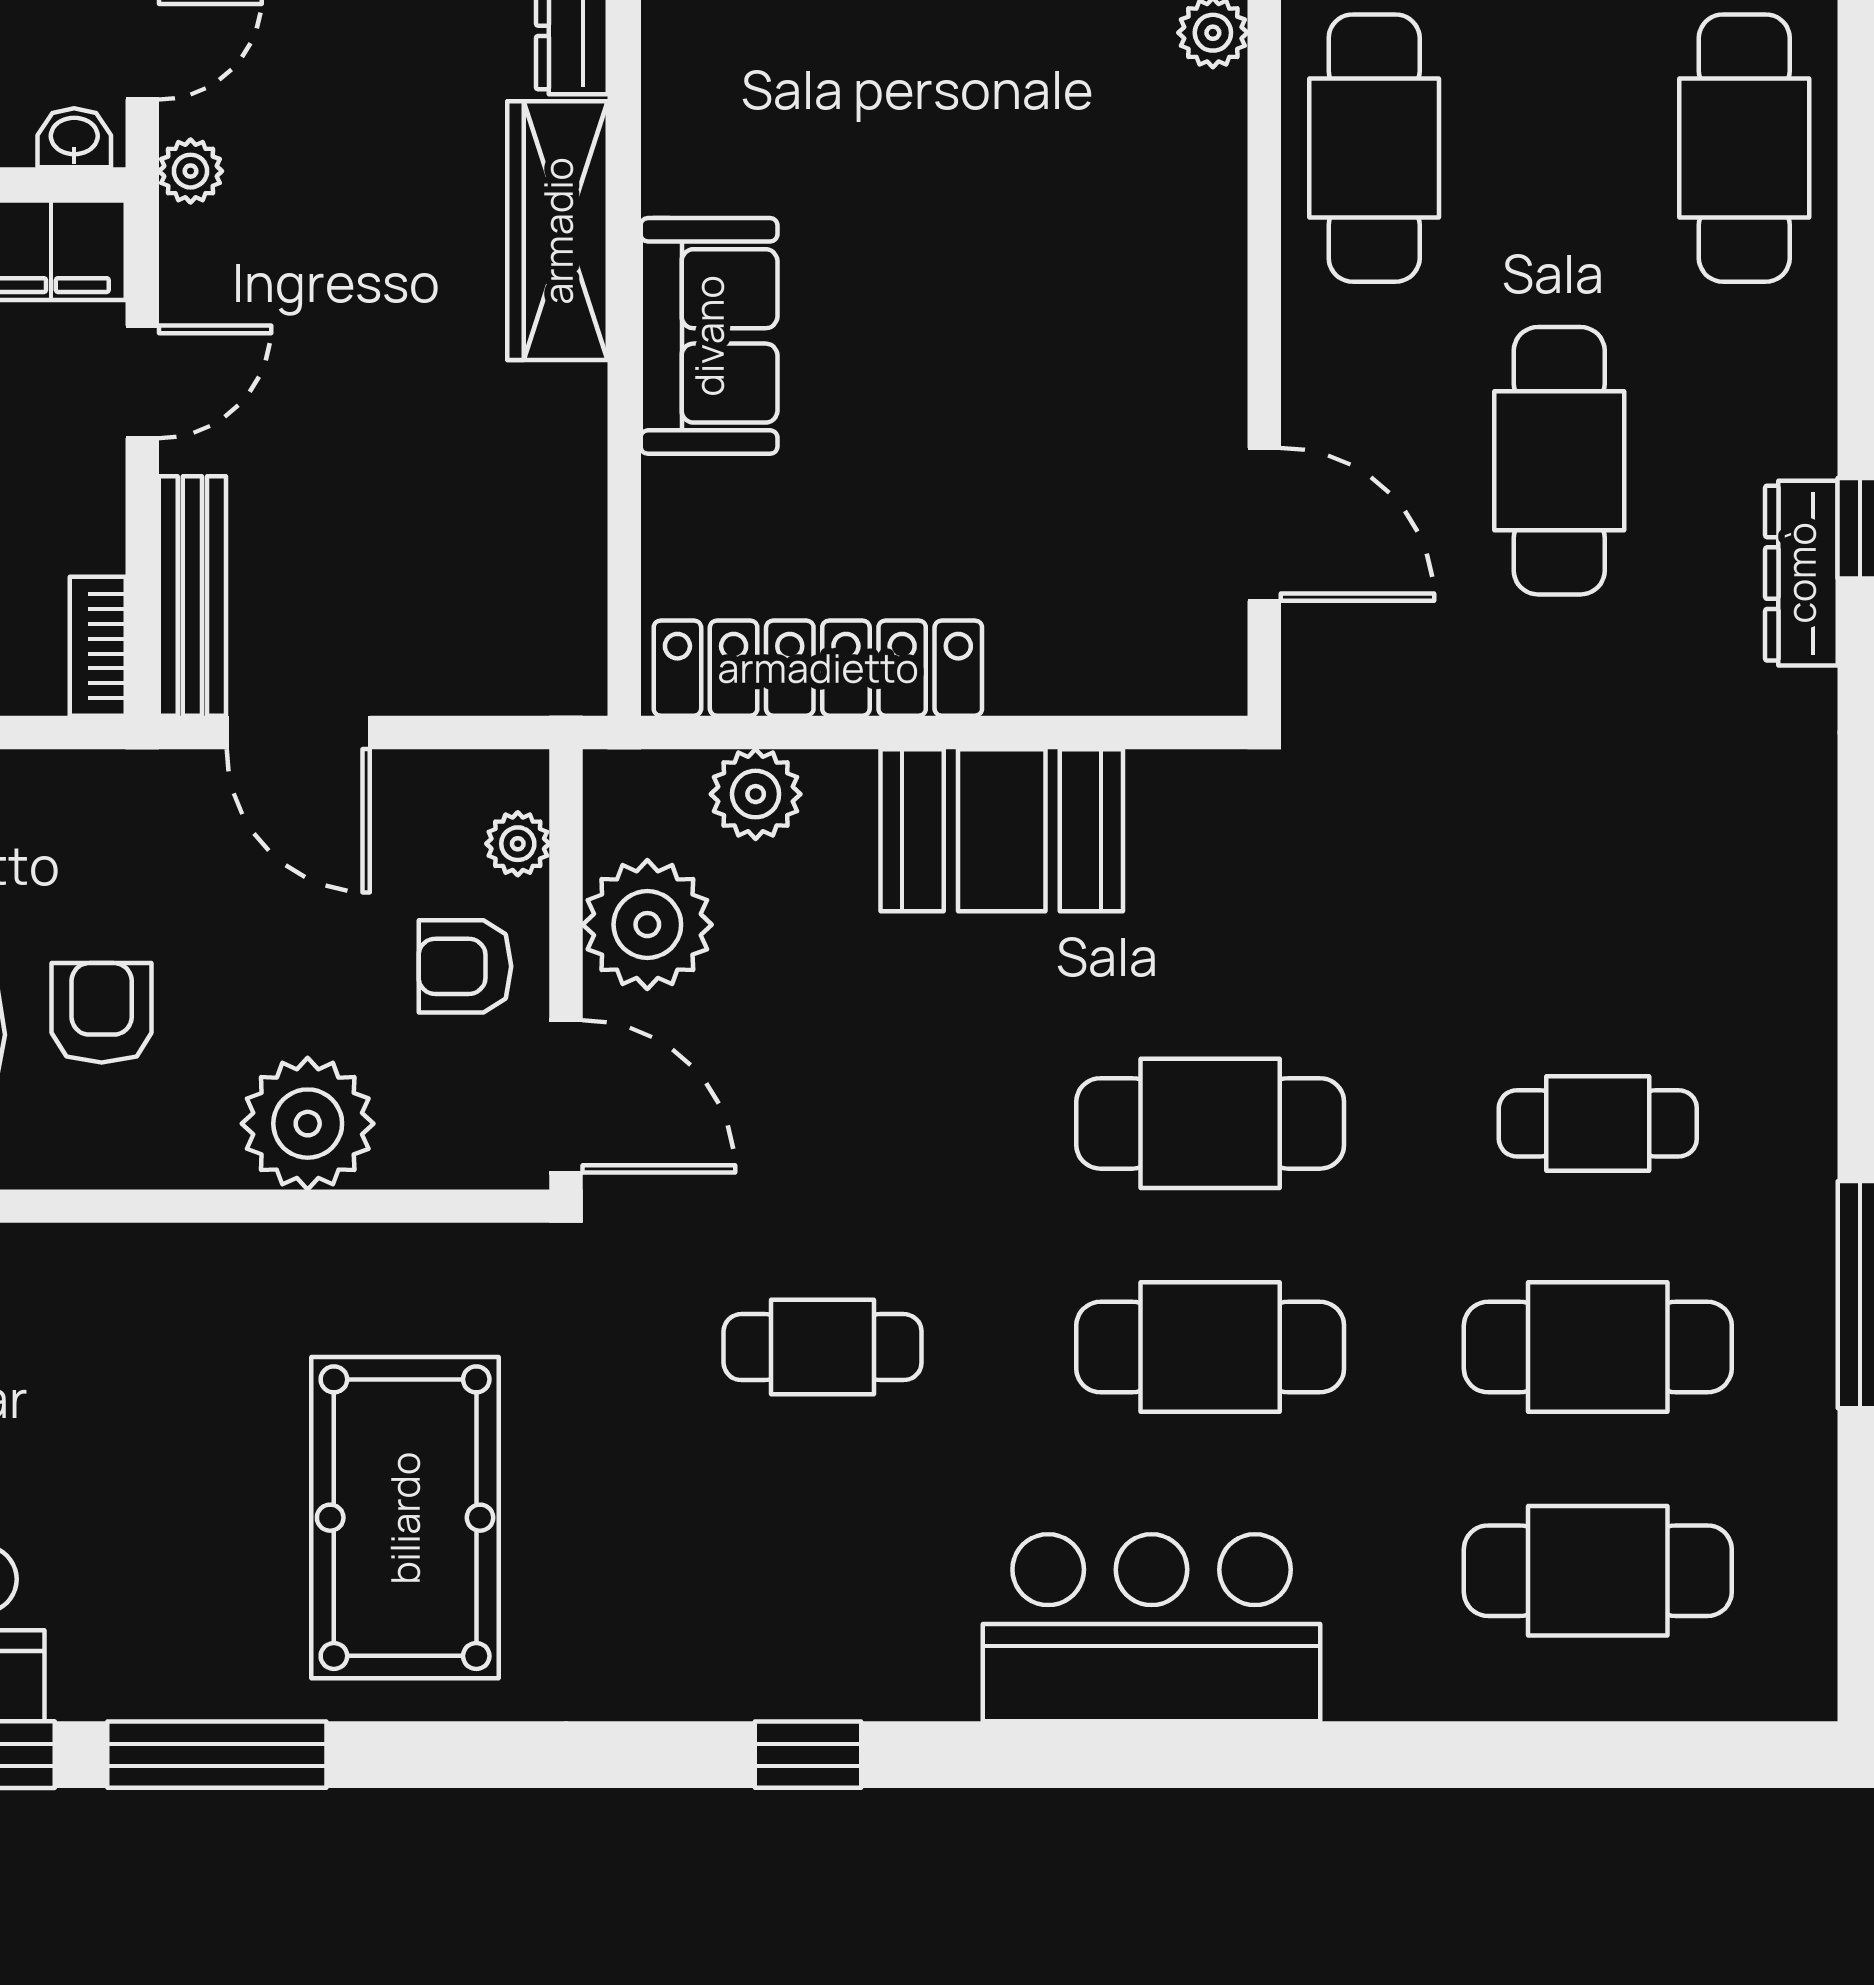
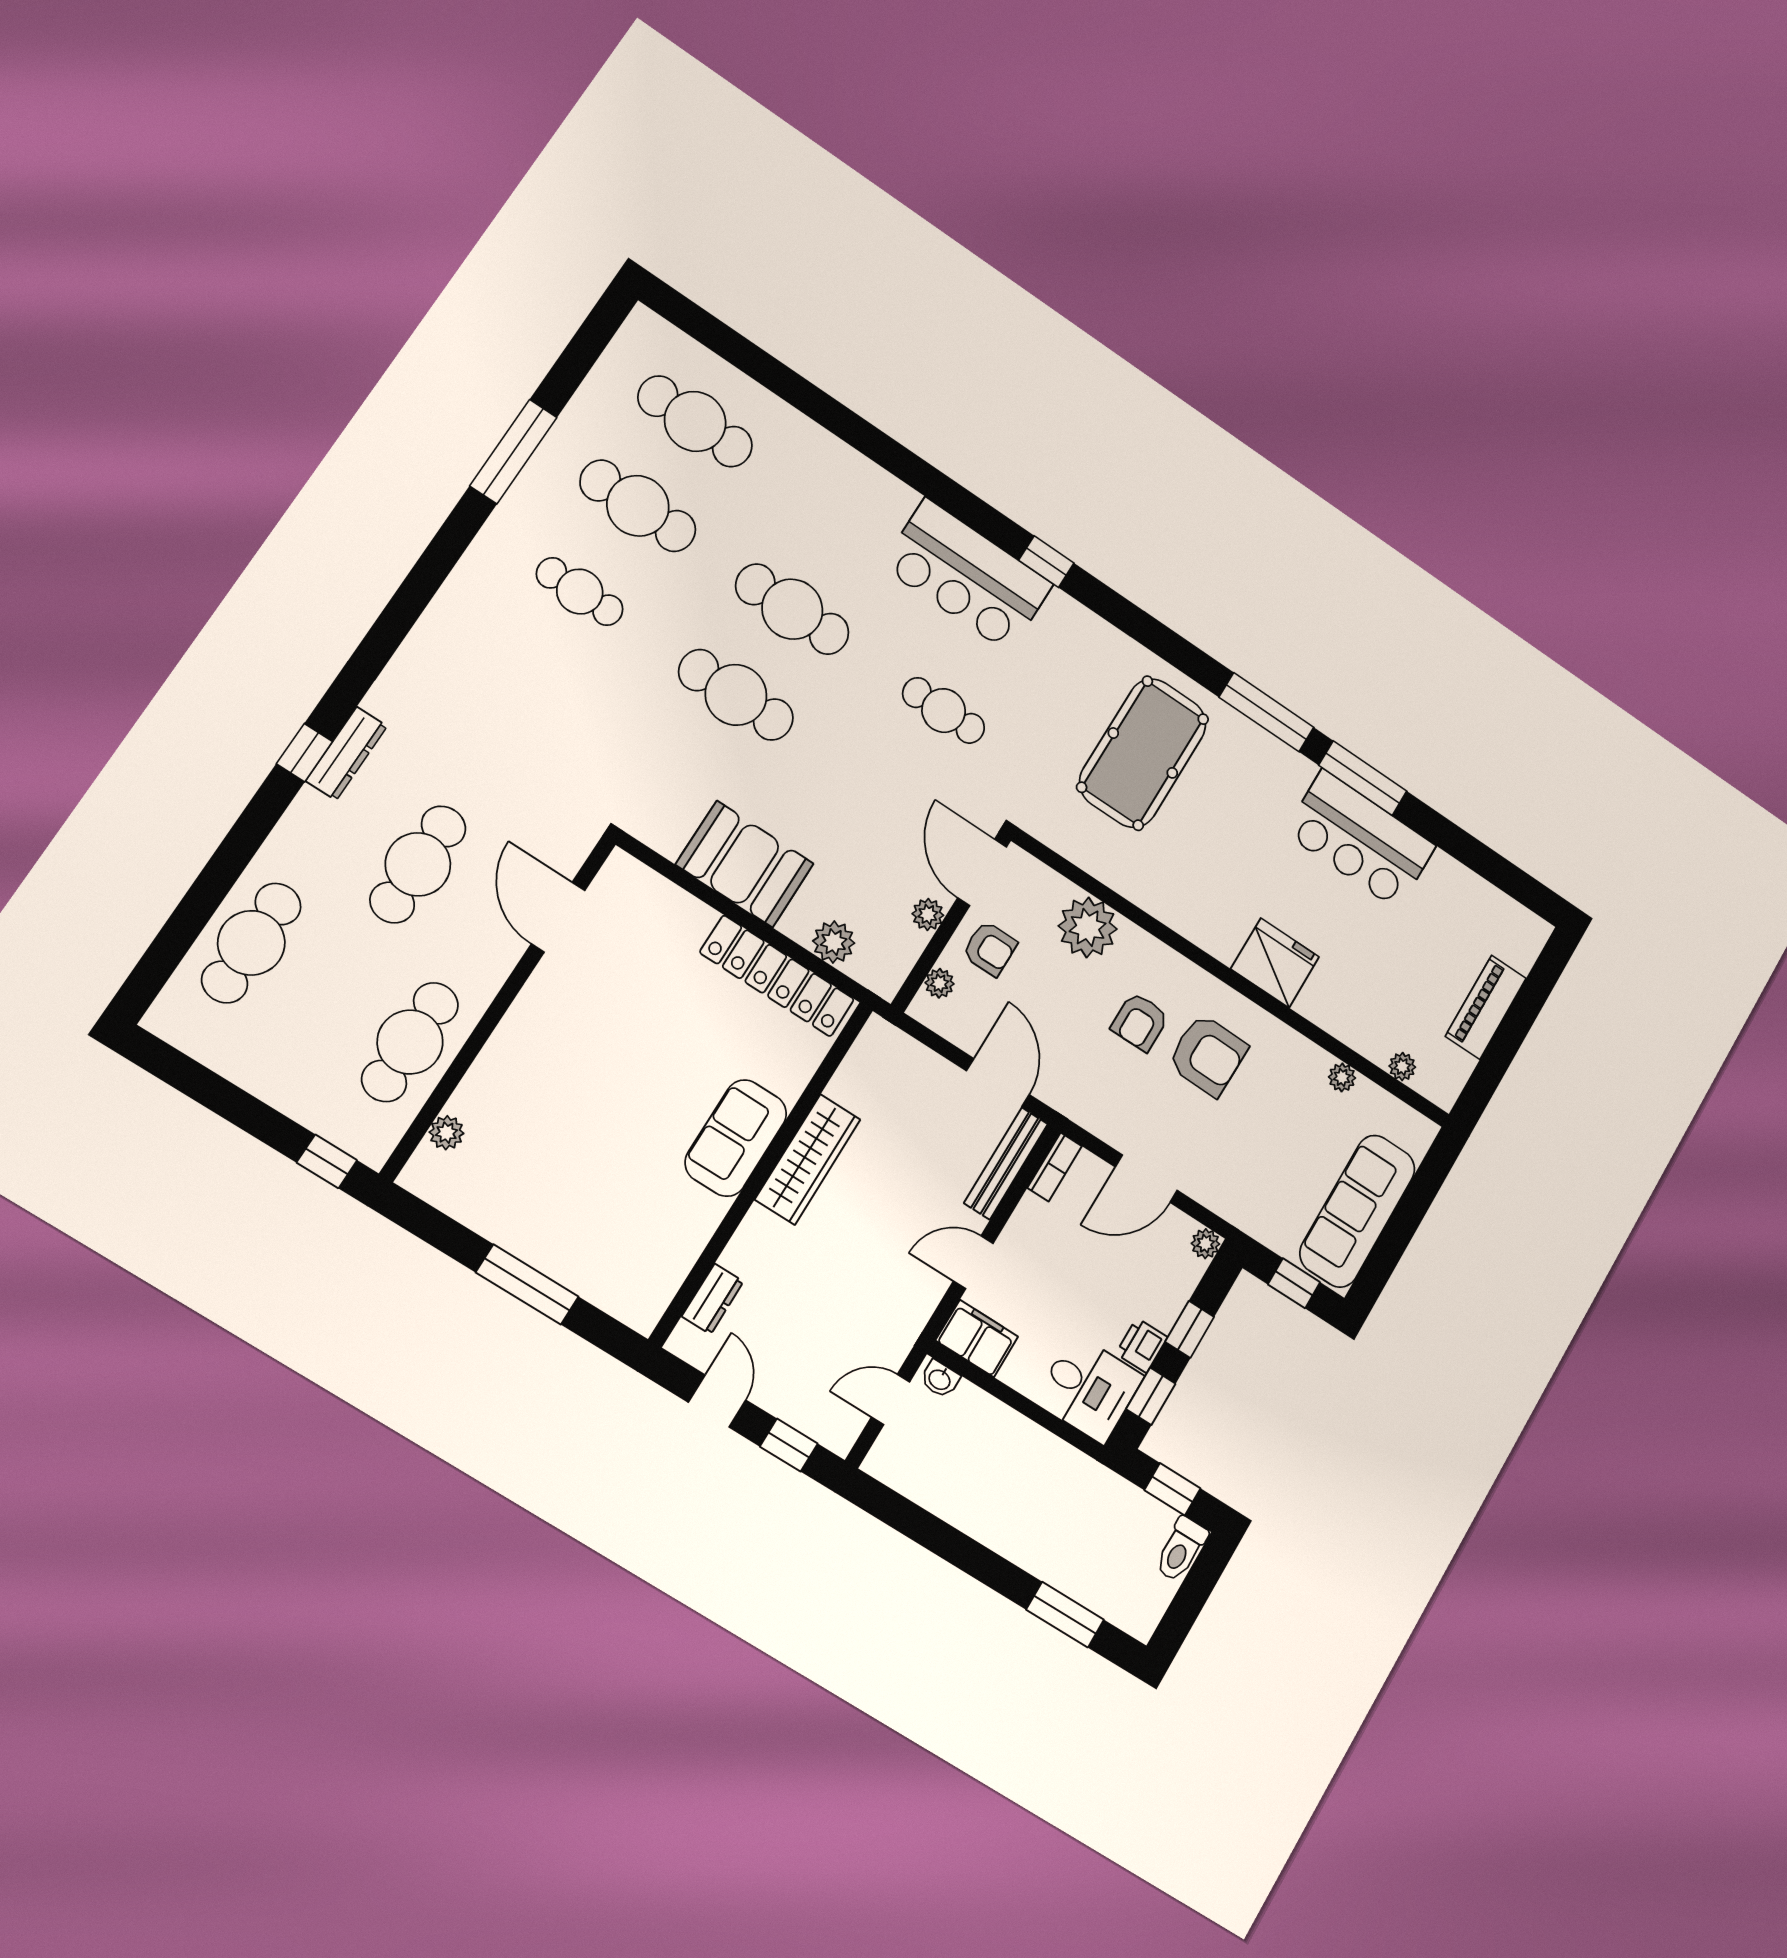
plant: (191, 171) -> (902, 1336), removed
wardrobe: (558, 231) -> (808, 1159), moved
plant: (647, 925) -> (928, 914), width x0.53, depth x0.53
bar counter: (1152, 1628) -> (967, 575), moved

